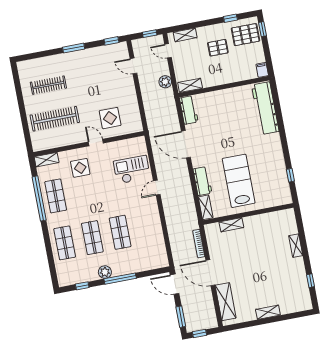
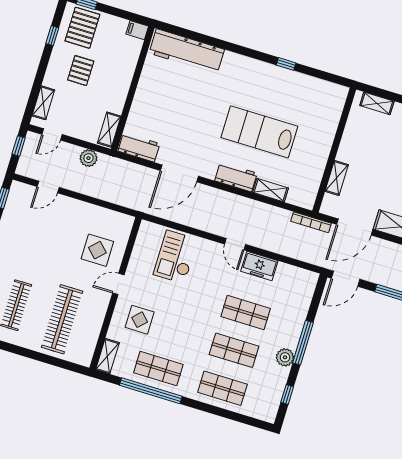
door: (157, 188) -> (235, 244), moved
wall: (248, 214) -> (334, 150), moved
freezer: (154, 225) -> (259, 266), added
shelving: (231, 225) -> (337, 178), moved

